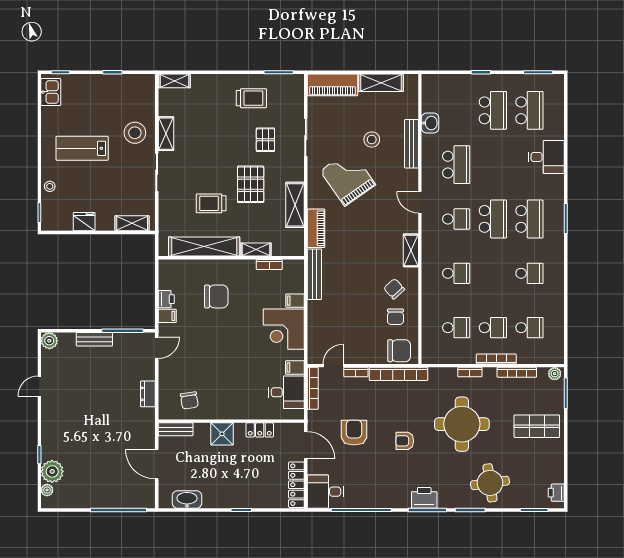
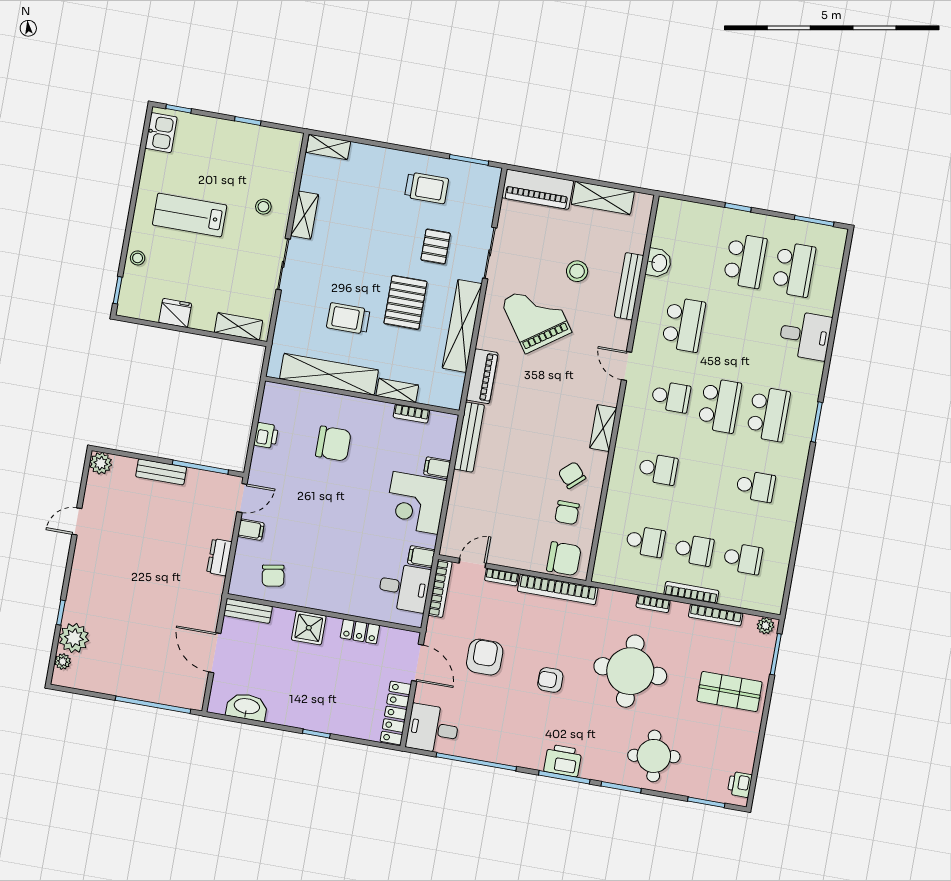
stool: (135, 133) -> (263, 207), width x0.53, depth x0.53
shelving: (295, 205) -> (462, 326), width x1.47
filing cabinet: (167, 316) -> (251, 530), moved

